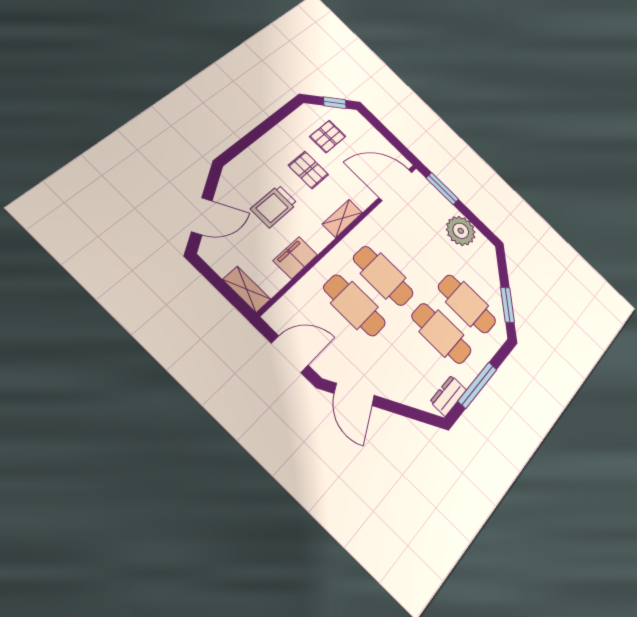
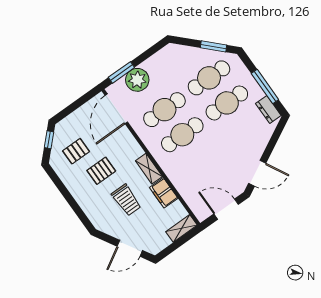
pallet: (328, 137) -> (76, 151), turned 90
door: (202, 216) -> (130, 248), swing flipped
shelving: (342, 218) -> (149, 169), moved
plant: (461, 231) -> (137, 80), moved
cafe table: (354, 305) -> (164, 110), moved
door: (290, 354) -> (226, 209), hinge flipped

